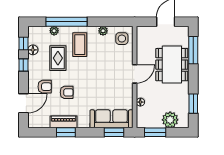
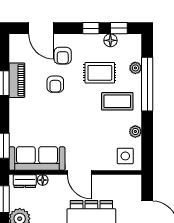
dresser: (141, 116) -> (25, 181), added
sofa: (111, 119) -> (37, 159), moved, turned -90

